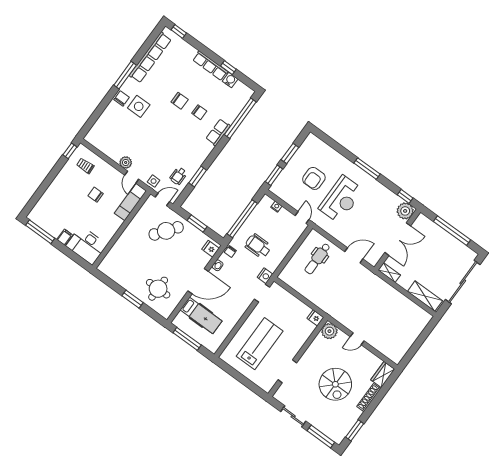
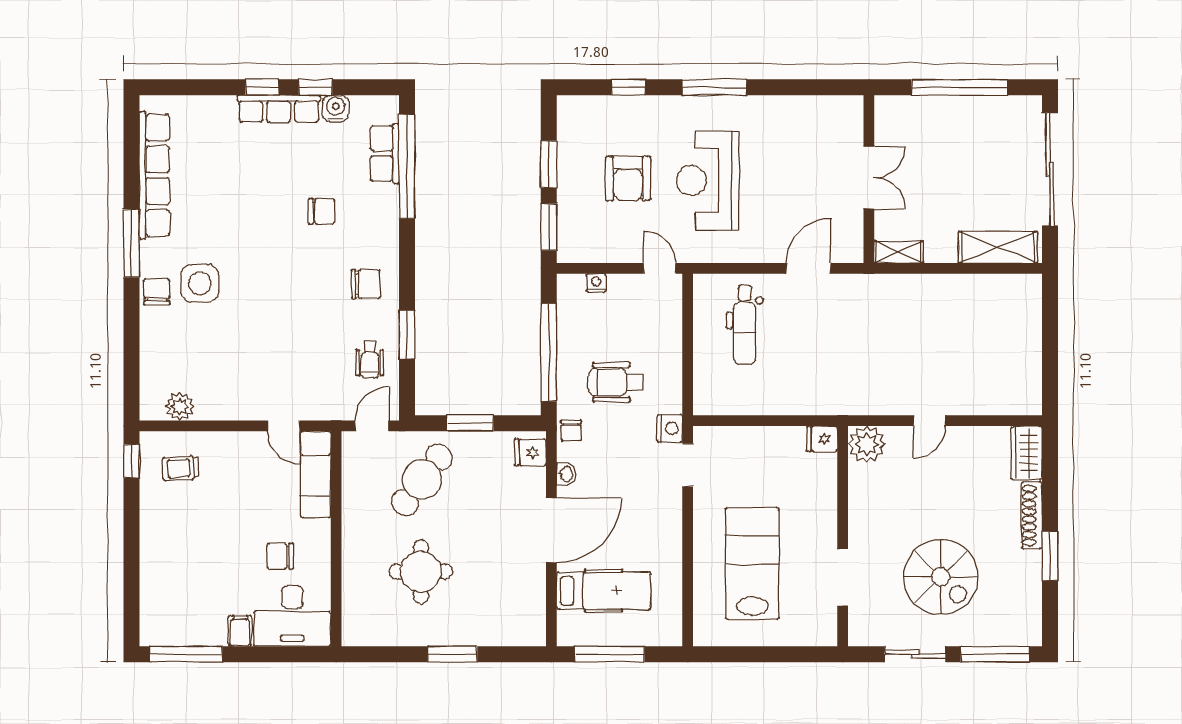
window: (179, 31) -> (262, 87), moved
chair: (180, 101) -> (366, 284), moved
row of seats: (218, 132) -> (385, 154), moved
plant: (126, 162) -> (180, 407), moved
side table: (154, 181) -> (330, 403), removed
chair: (96, 195) -> (280, 556), moved
window: (405, 196) -> (628, 87), moved
reception desk: (341, 199) -> (708, 181), turned 180
plant: (405, 211) -> (844, 115), removed
double door: (398, 239) -> (869, 178), width x0.73
round table: (158, 289) -> (421, 572), moved
spiral stairs: (335, 384) -> (941, 577), moved
window: (355, 430) -> (1050, 556), moved

